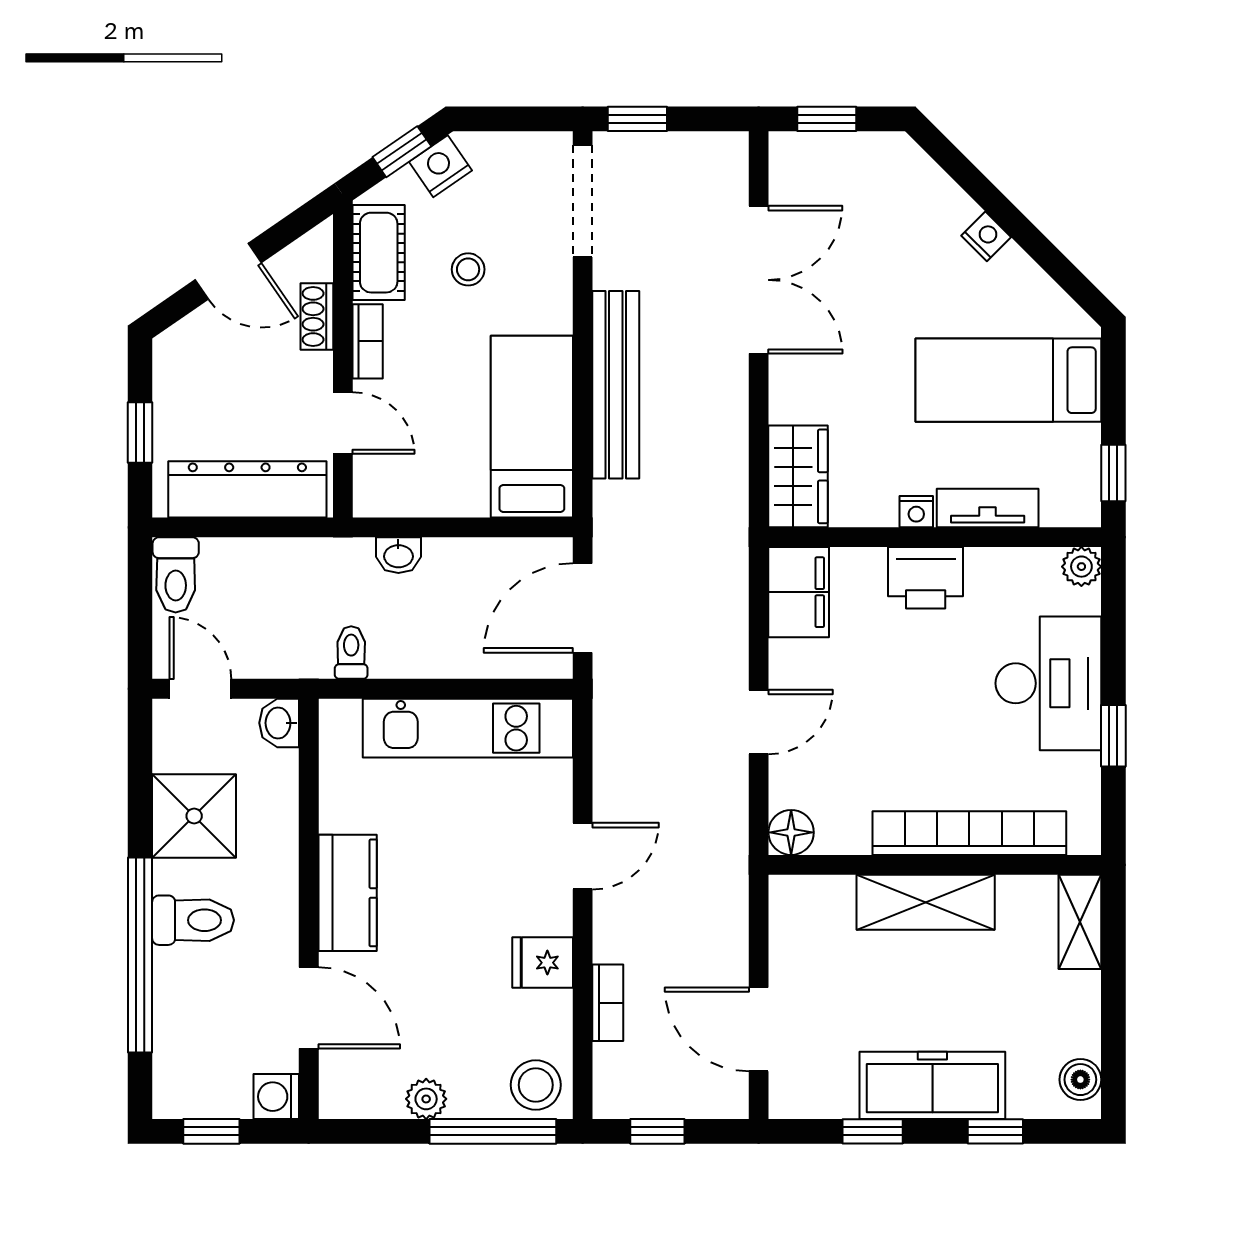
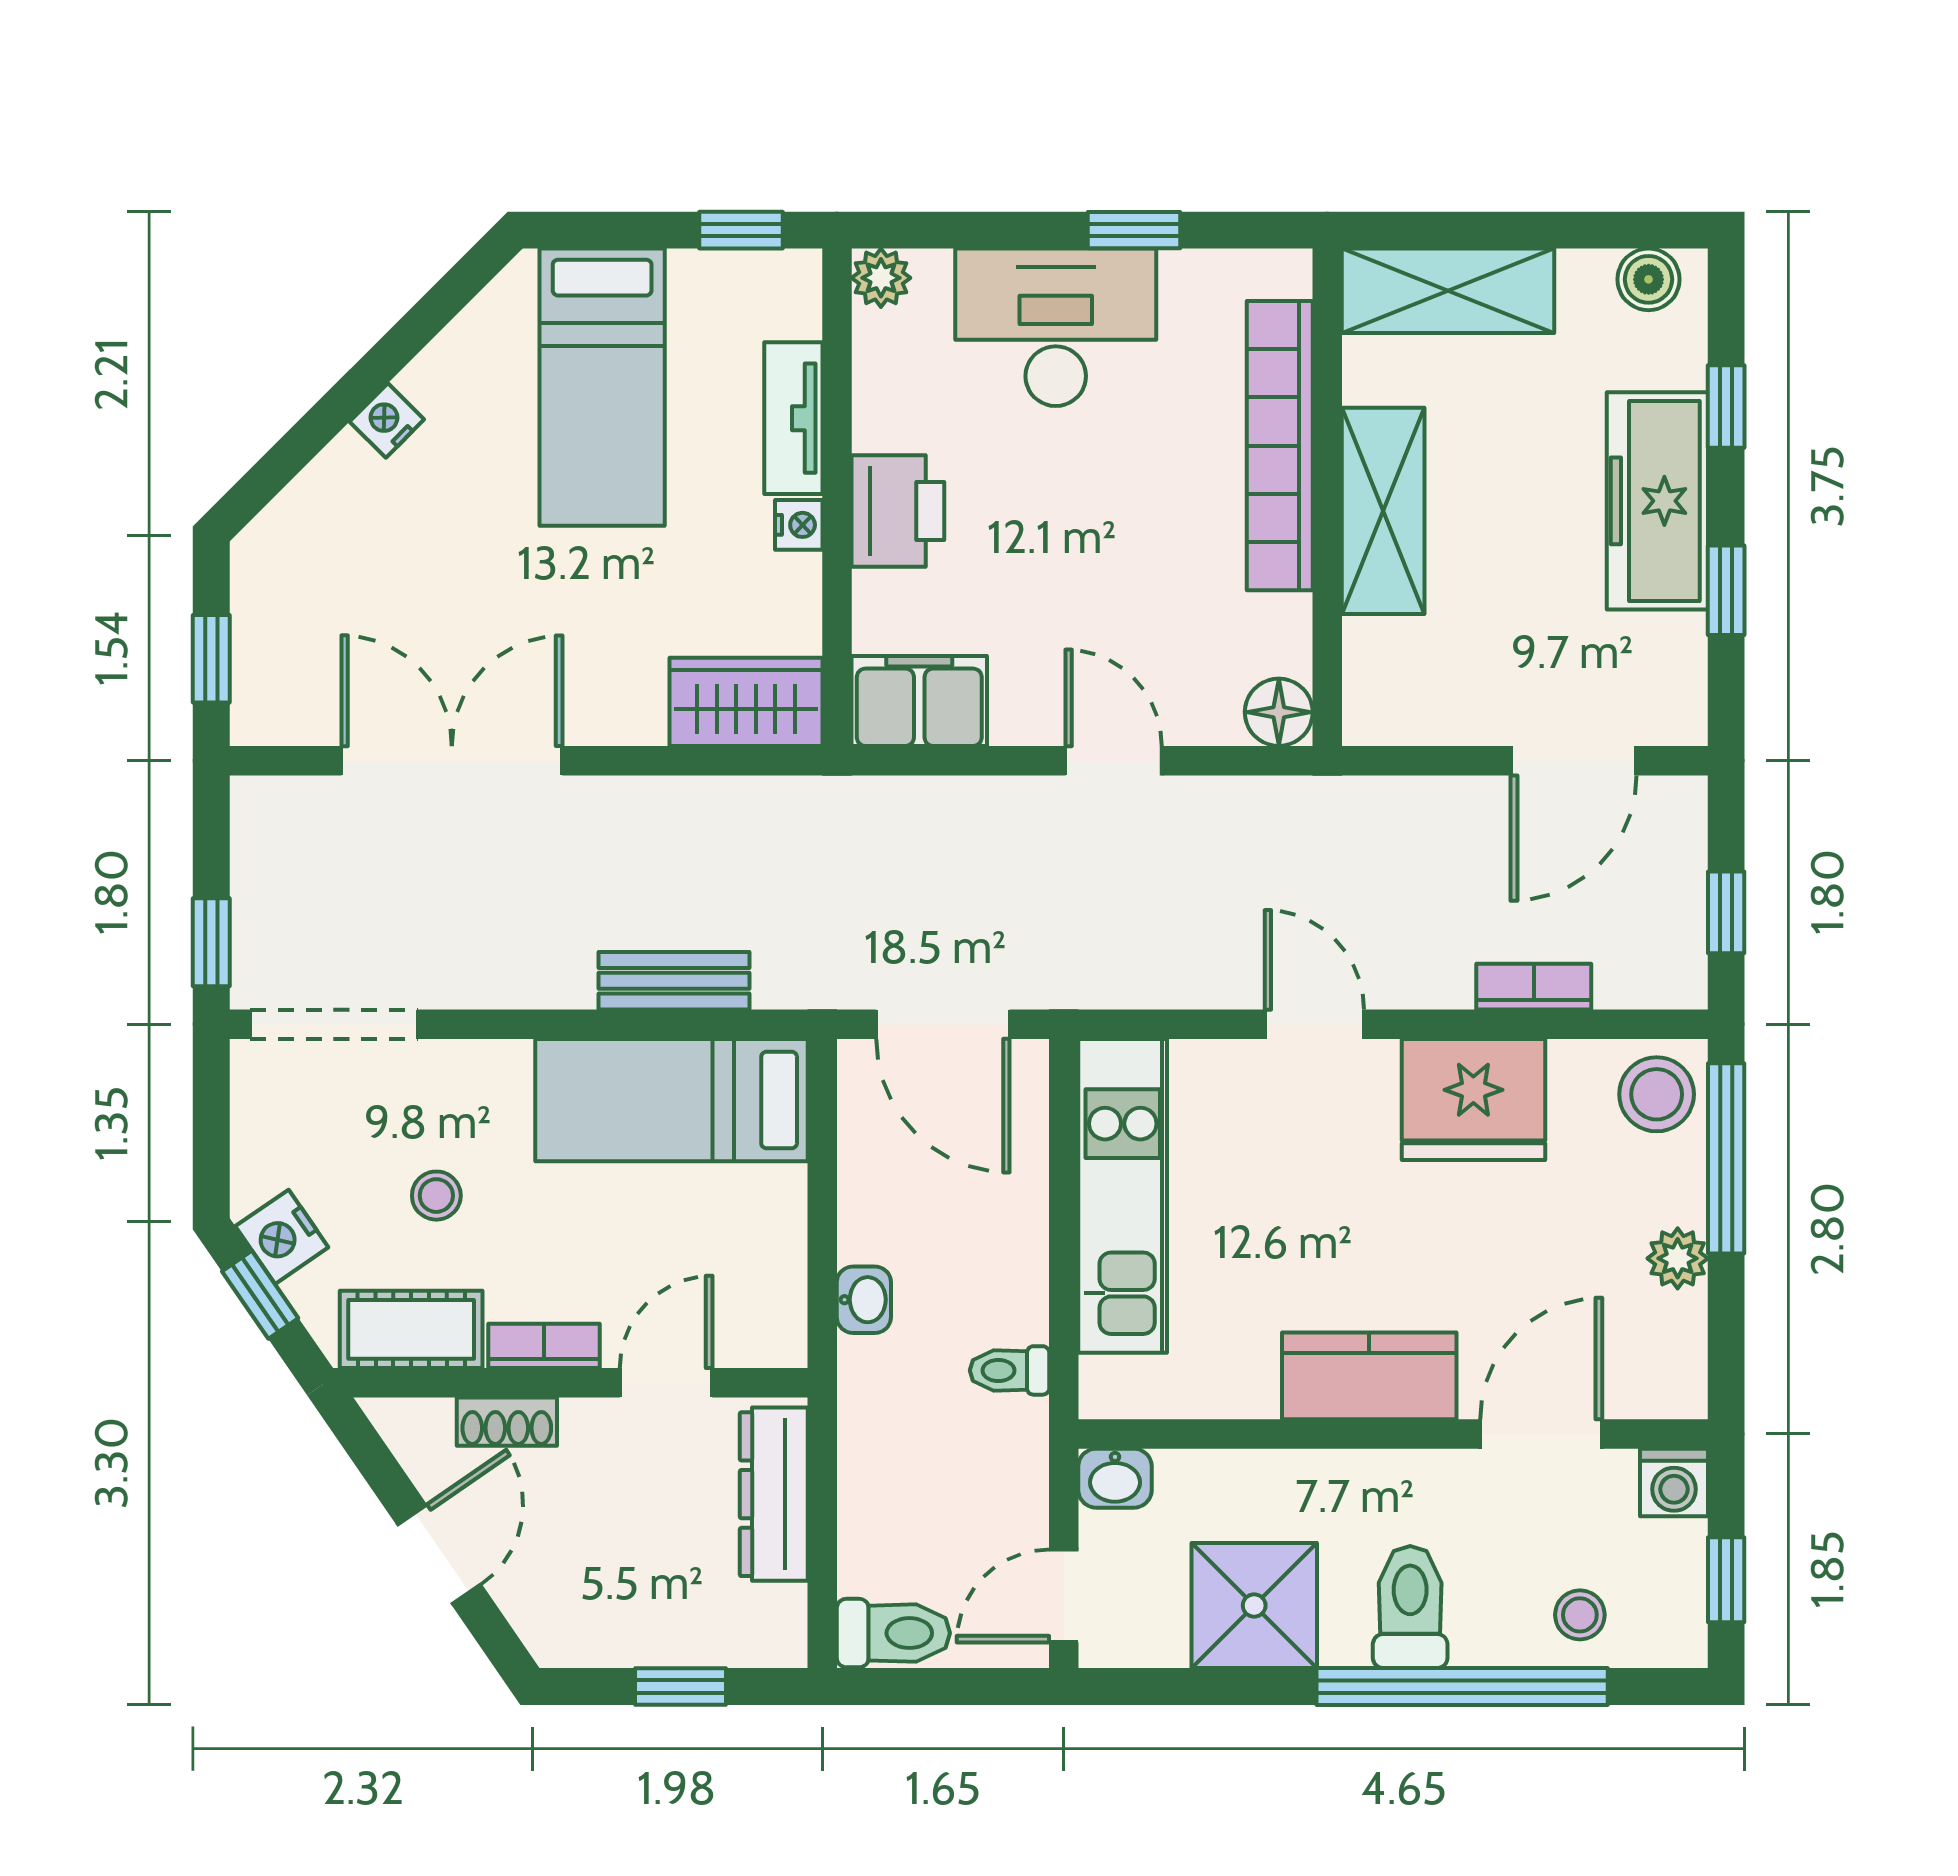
bench: (616, 385) -> (674, 981), width x0.54, depth x0.82
dresser: (247, 489) -> (774, 1494), width x0.73, depth x0.80
shelving: (1080, 922) -> (1448, 291), width x1.50, depth x1.33
fridge: (543, 963) -> (1473, 1099), width x1.88, depth x1.34
stool: (188, 1034) -> (1580, 1615), added

